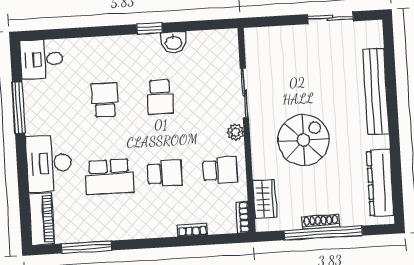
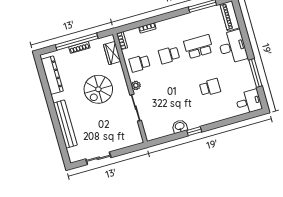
school desk: (160, 97) -> (180, 96), removed
school desk: (105, 100) -> (210, 87), turned -90

